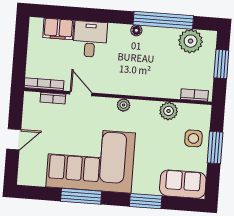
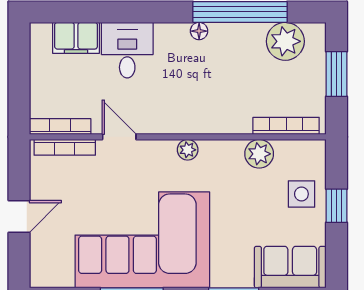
bookcase: (194, 95) -> (286, 126), width x1.56
bookcase: (53, 98) -> (65, 147), width x1.56
window: (215, 148) -> (337, 206), width x0.67

